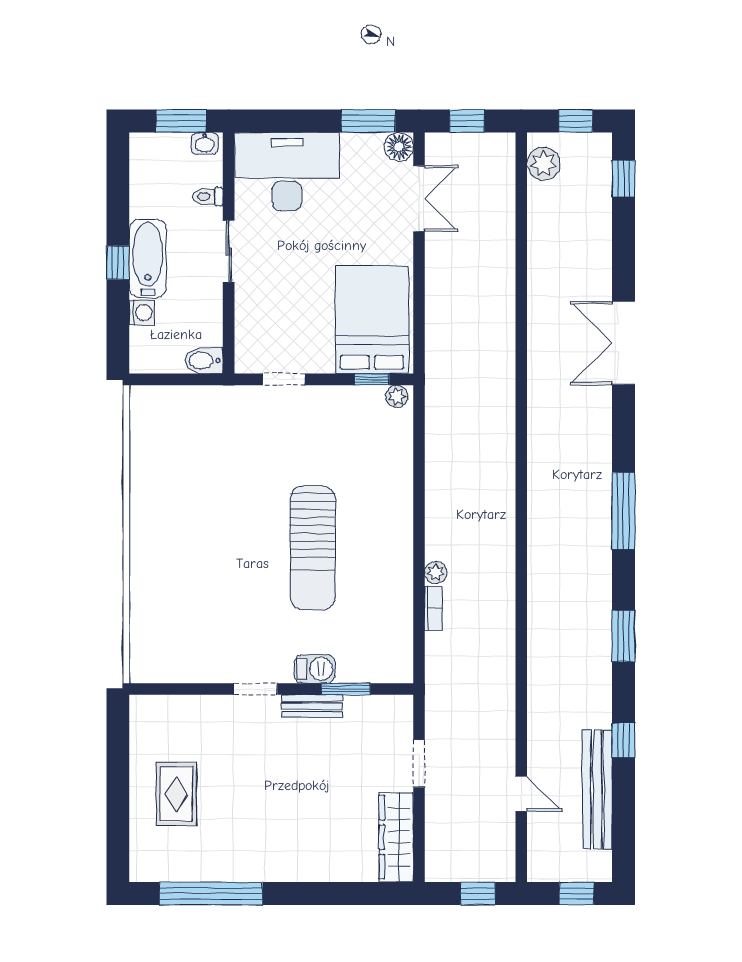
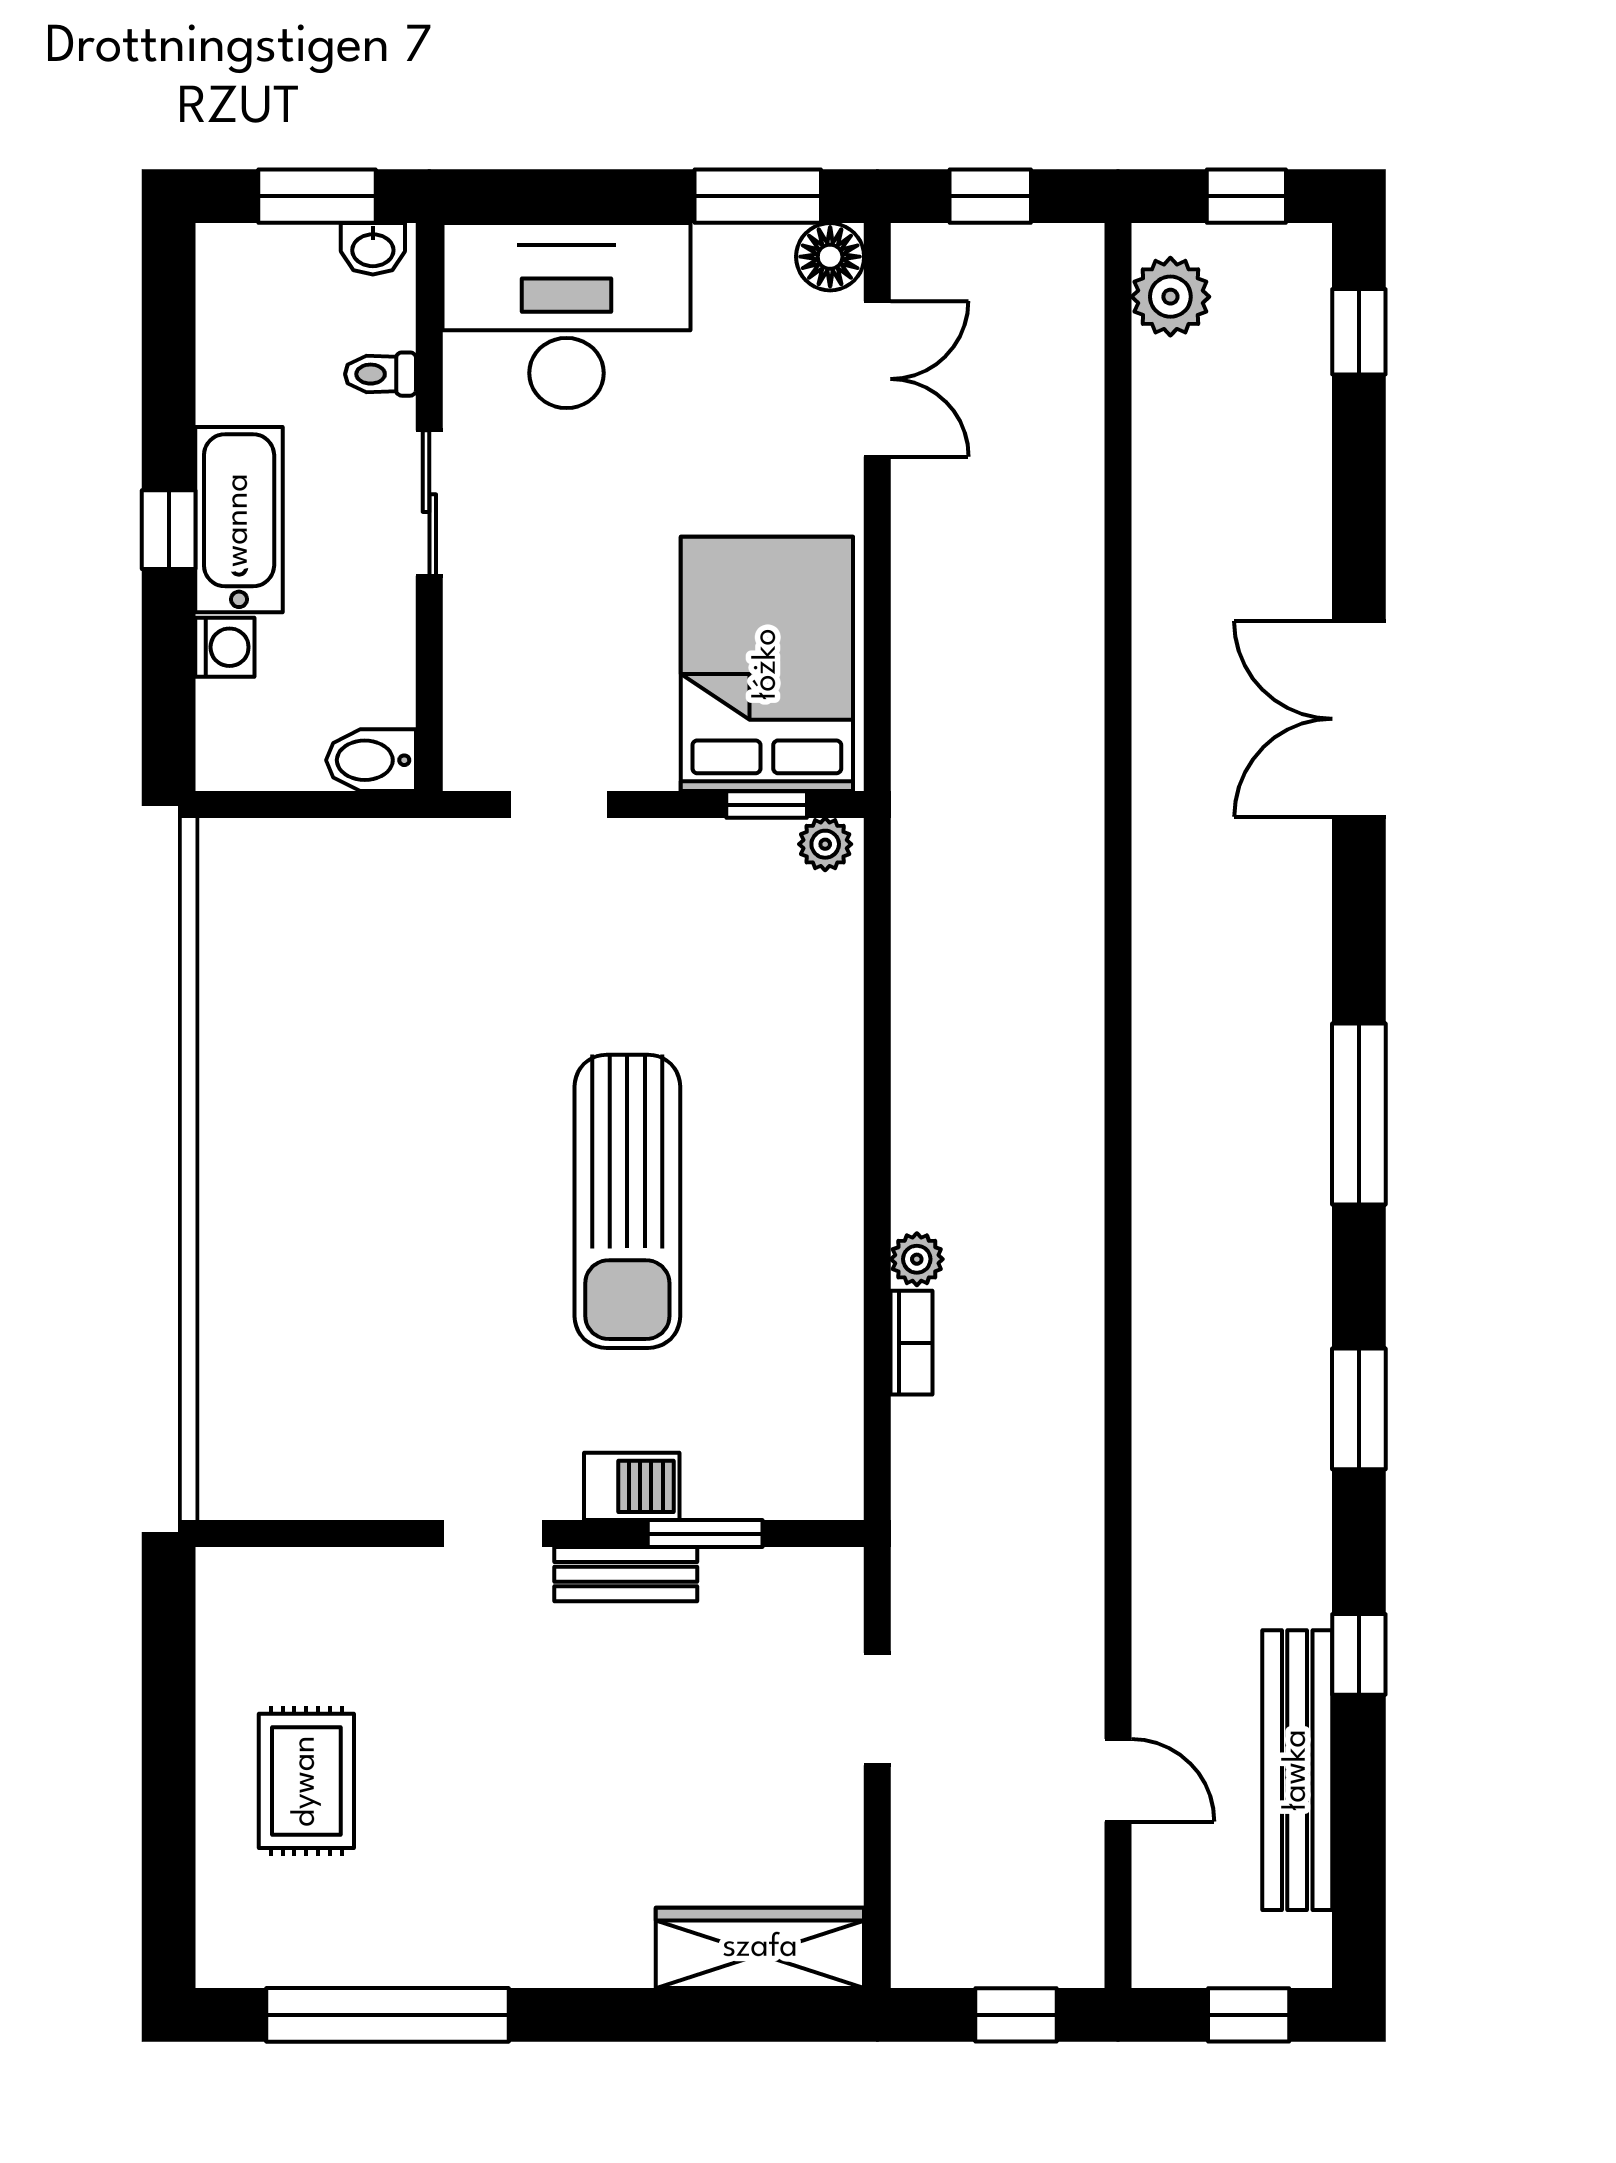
wardrobe: (396, 837) -> (760, 1948), moved, turned 90

